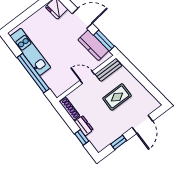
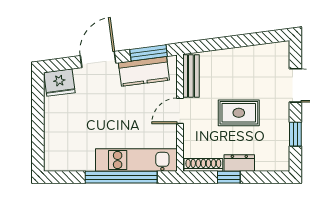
kitchen unit: (30, 52) -> (136, 160), moved
rug: (117, 97) -> (239, 113), moved, turned 90
window: (82, 137) -> (229, 177), moved

